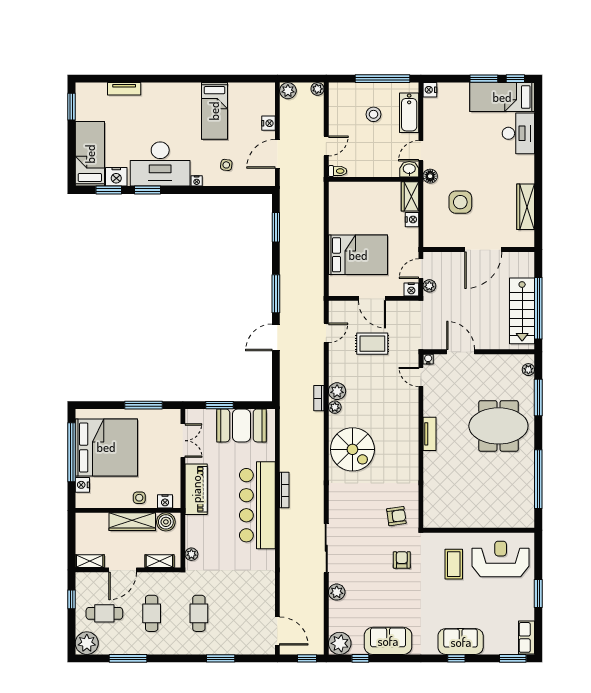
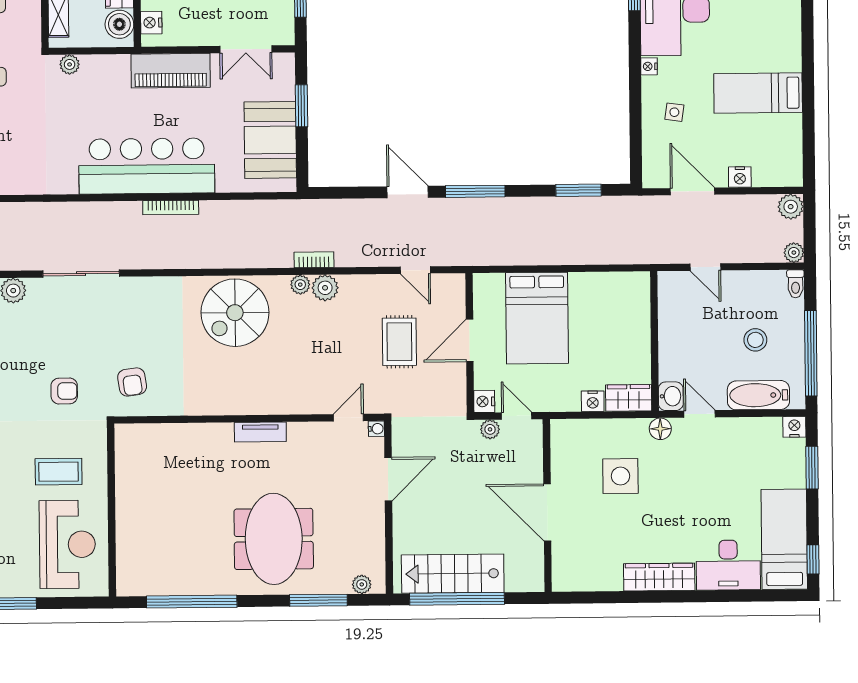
window: (484, 79) -> (812, 468), moved
toilet: (338, 171) -> (796, 284), moved
wardrobe: (526, 207) -> (659, 577), moved

